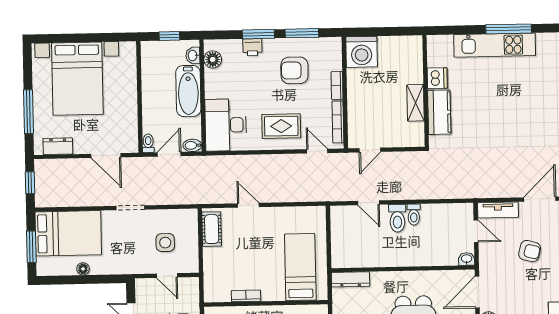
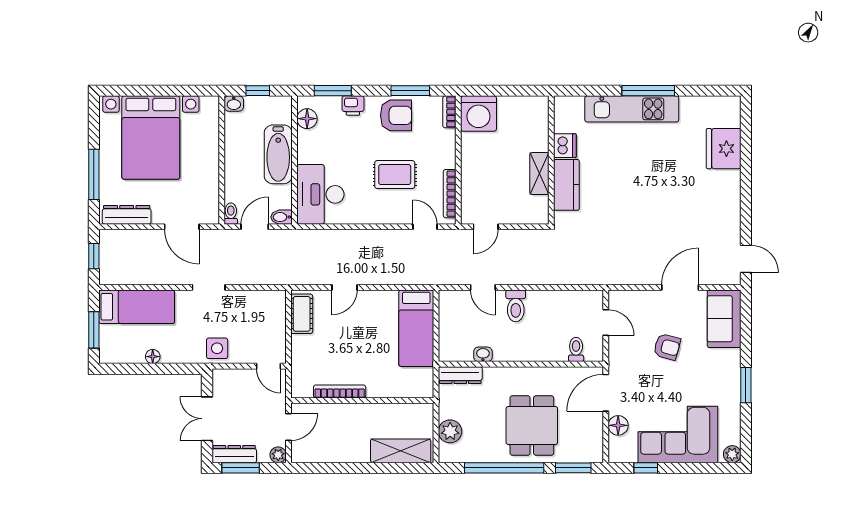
window: (258, 34) -> (333, 91), moved
washbasin: (193, 55) -> (234, 103), moved, turned -90
armchair: (294, 70) -> (396, 115), moved, turned 180
bookcase: (337, 85) -> (449, 112), moved
rug: (281, 126) -> (395, 175), moved
dresser: (58, 146) -> (127, 215), width x1.44
door: (248, 205) -> (344, 287), swing flipped
tv unit: (498, 210) -> (632, 299), removed
toilet: (414, 215) -> (576, 349), moved, turned 180
bed: (68, 233) -> (137, 307), width x0.67
side table: (165, 243) -> (217, 348), moved
washbasin: (467, 259) -> (483, 354), moved
bed: (300, 267) -> (416, 328), moved, turned 180
door: (167, 275) -> (269, 366), moved
bookcase: (246, 296) -> (340, 391), width x1.56

